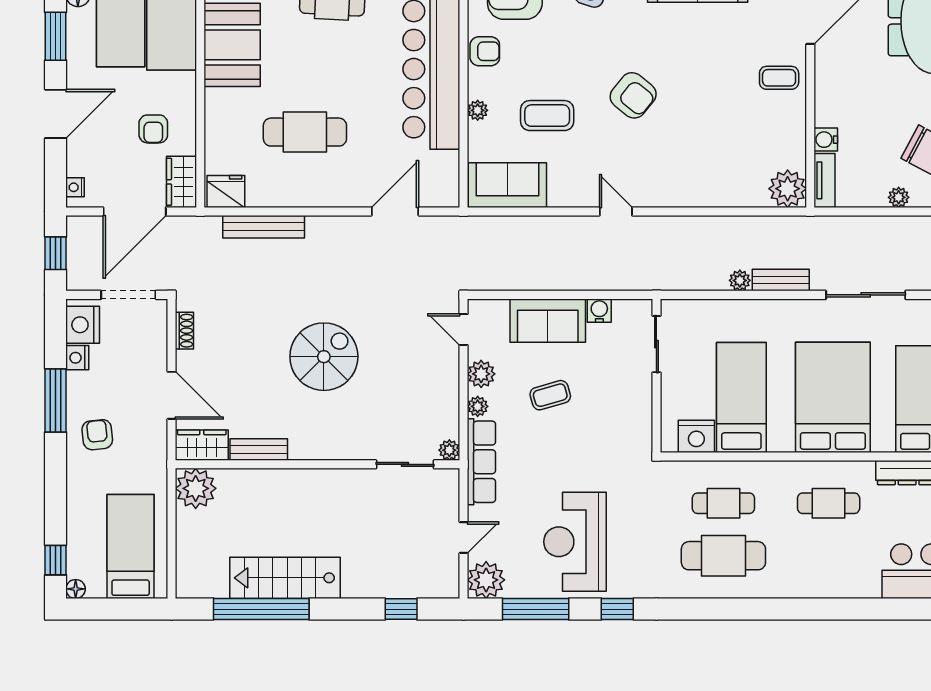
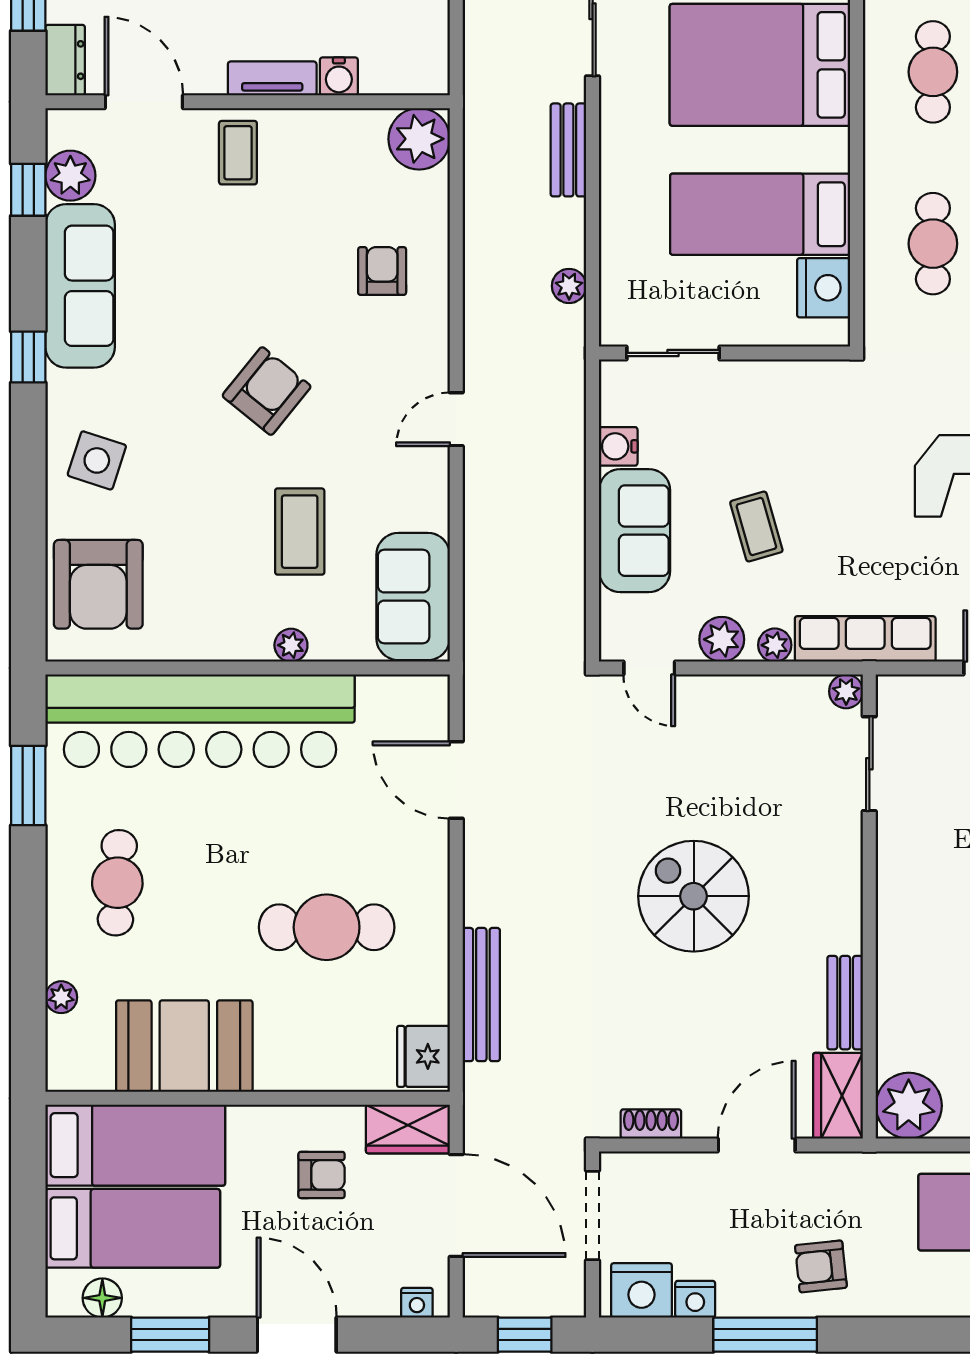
armchair: (485, 51) -> (382, 271), moved
cafe table: (305, 132) -> (327, 927), turned 90
tv unit: (825, 180) -> (272, 78), moved
plant: (740, 280) -> (569, 286), moved
door: (464, 330) -> (649, 668), hinge flipped

